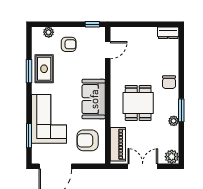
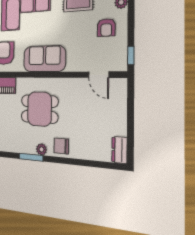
plant: (174, 121) -> (41, 149), moved

